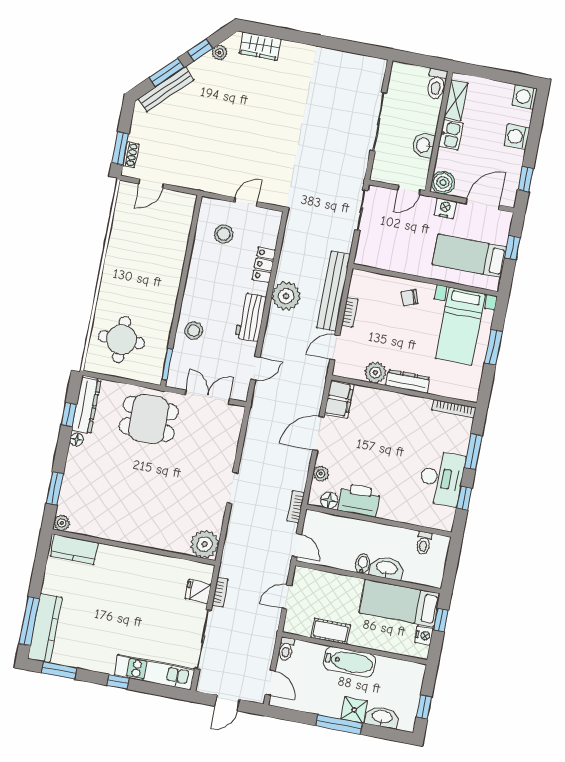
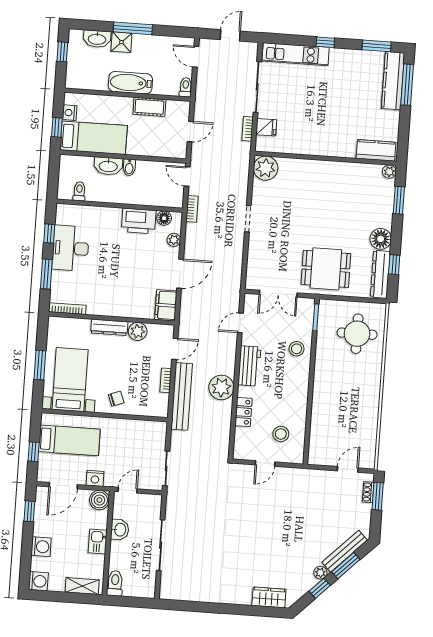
plant: (219, 53) -> (320, 573), moved
shelving: (456, 100) -> (82, 586), moved, turned 90
floor lamp: (76, 439) -> (381, 239), width x1.89, depth x1.89

